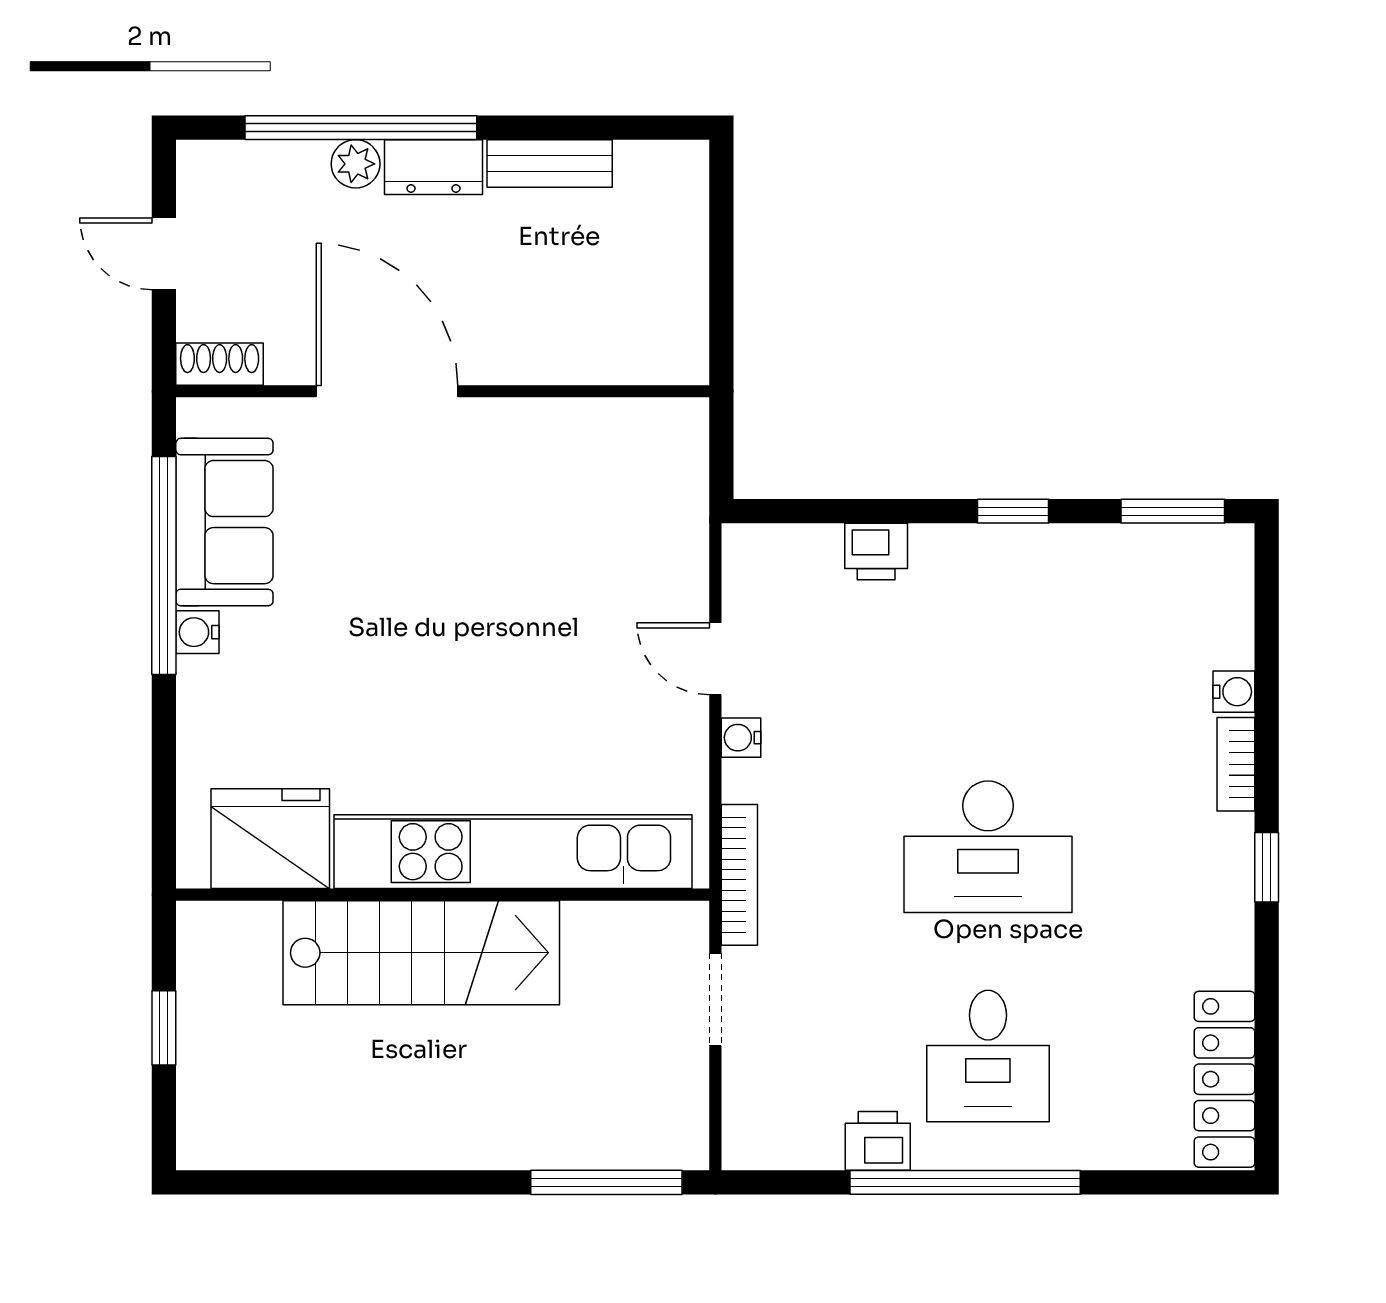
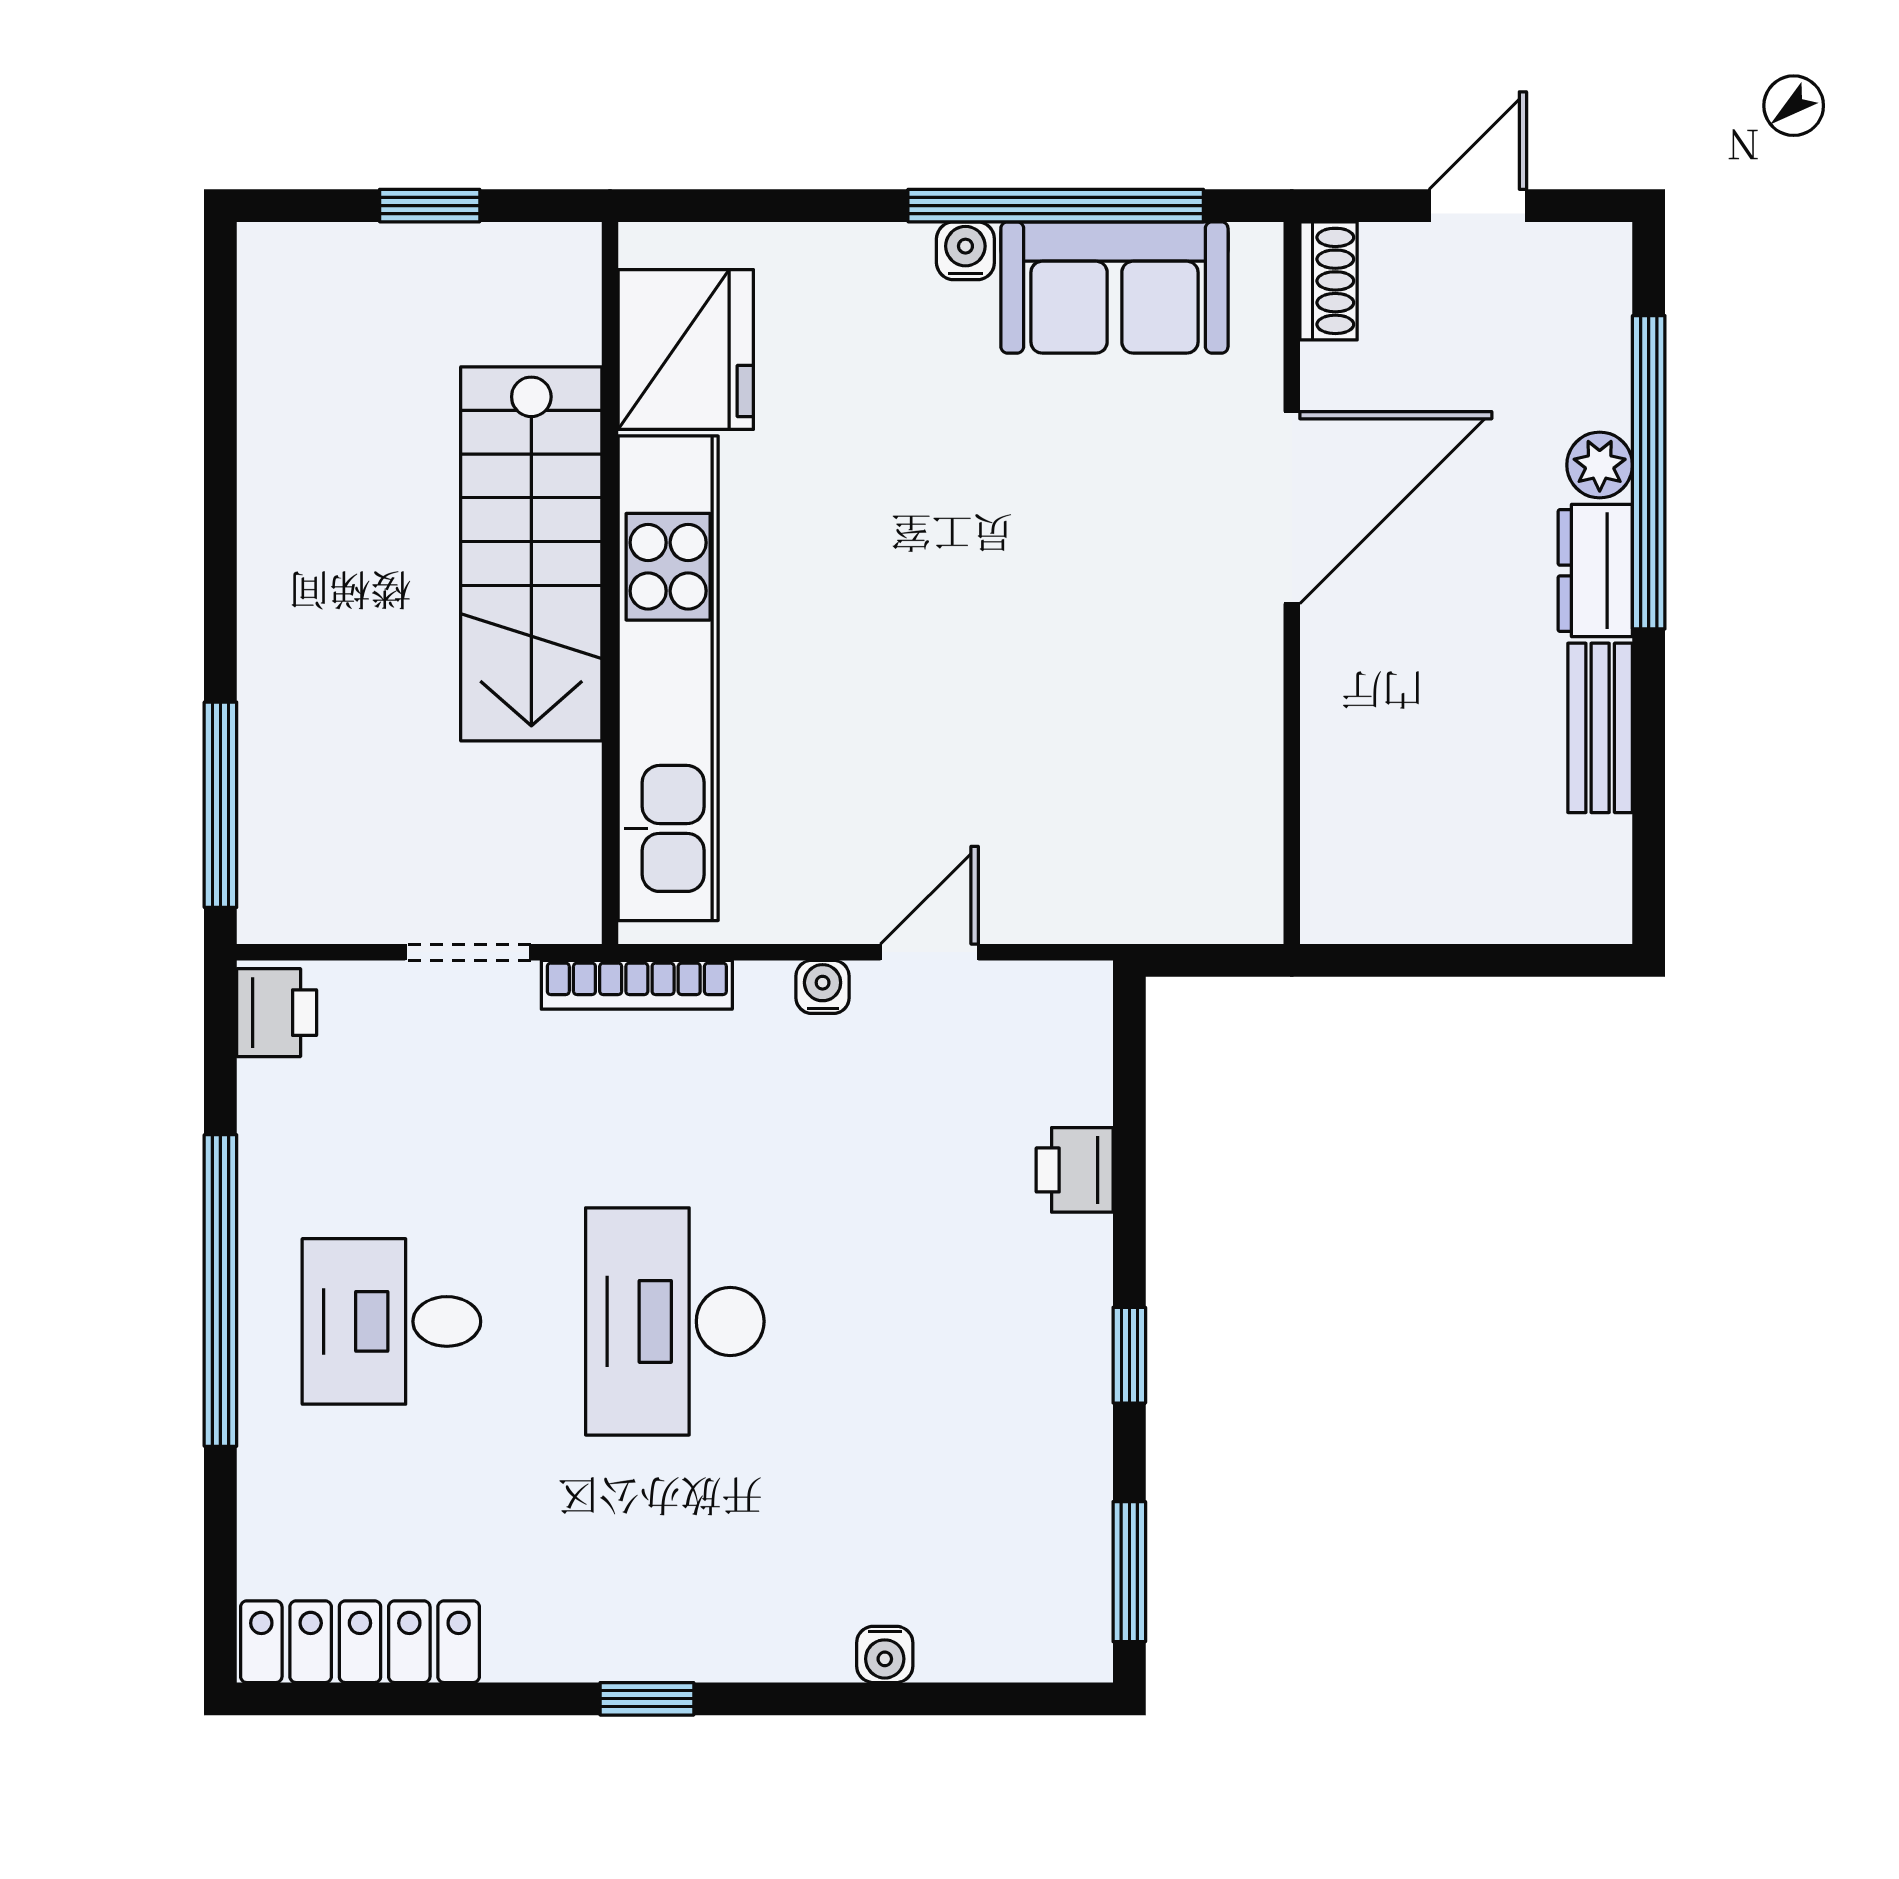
bookcase: (1236, 764) -> (787, 1657), removed
printer: (878, 1141) -> (277, 1013), moved

